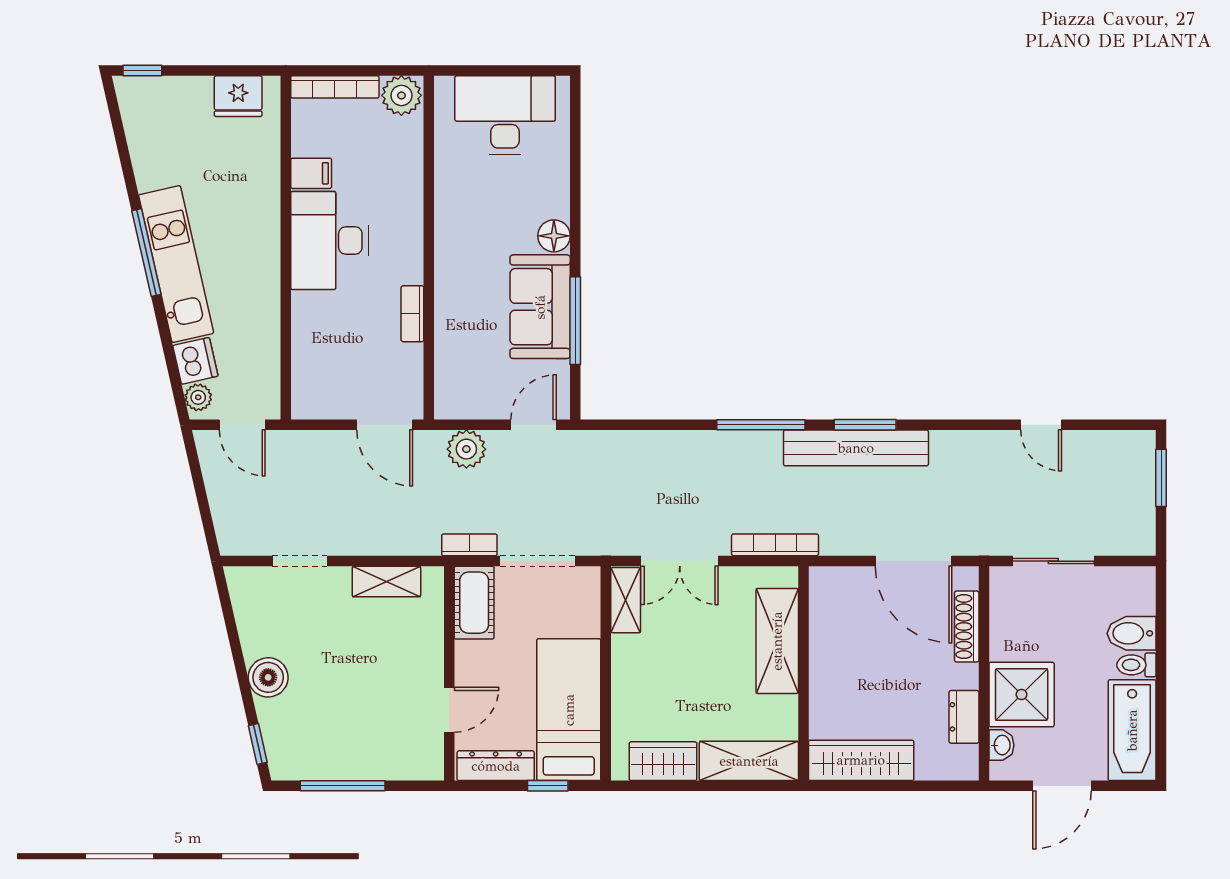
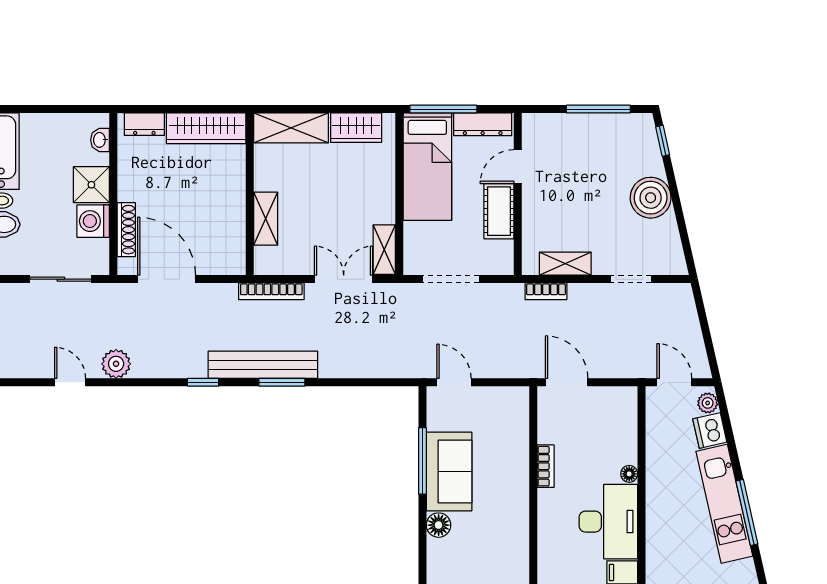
floor lamp: (302, 304) -> (629, 474), added
door: (534, 425) -> (454, 382), swing flipped
window: (761, 425) -> (282, 382), width x0.69
window: (865, 425) -> (203, 382), width x0.67
bench: (856, 448) -> (263, 365), moved
plant: (466, 449) -> (116, 364), moved
bookcase: (469, 545) -> (546, 291), moved
cot: (474, 603) -> (499, 211), moved
washing machine: (1011, 638) -> (93, 221), added
shelving: (777, 641) -> (266, 219), width x0.67, depth x0.75
boiler: (268, 677) -> (651, 198), width x1.37, depth x1.37
shower: (1022, 694) -> (91, 185), width x0.73, depth x0.73
dresser: (964, 717) -> (144, 124), moved, turned 90
window: (548, 786) -> (443, 109), width x2.17
door: (1062, 786) -> (54, 109), removed

